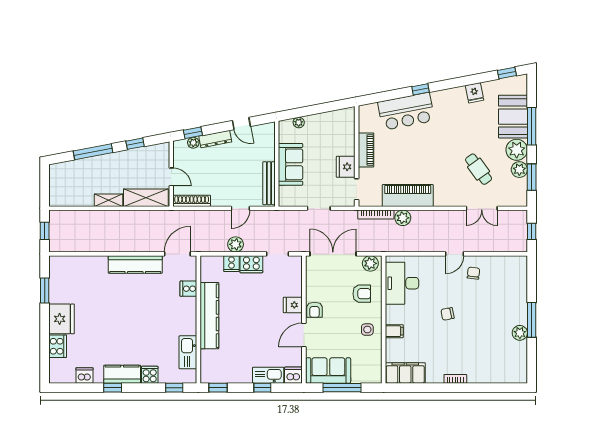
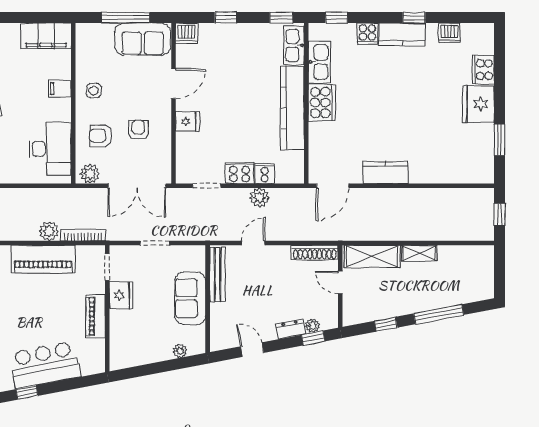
dresser: (215, 139) -> (291, 329), width x0.70
kitchen counter: (135, 264) -> (386, 172), width x0.67
cooker: (188, 289) -> (322, 103), moved, width x1.87, depth x1.31
armchair: (315, 310) -> (138, 130), moved
kitchen sink: (268, 375) -> (294, 45), moved, turned 90

